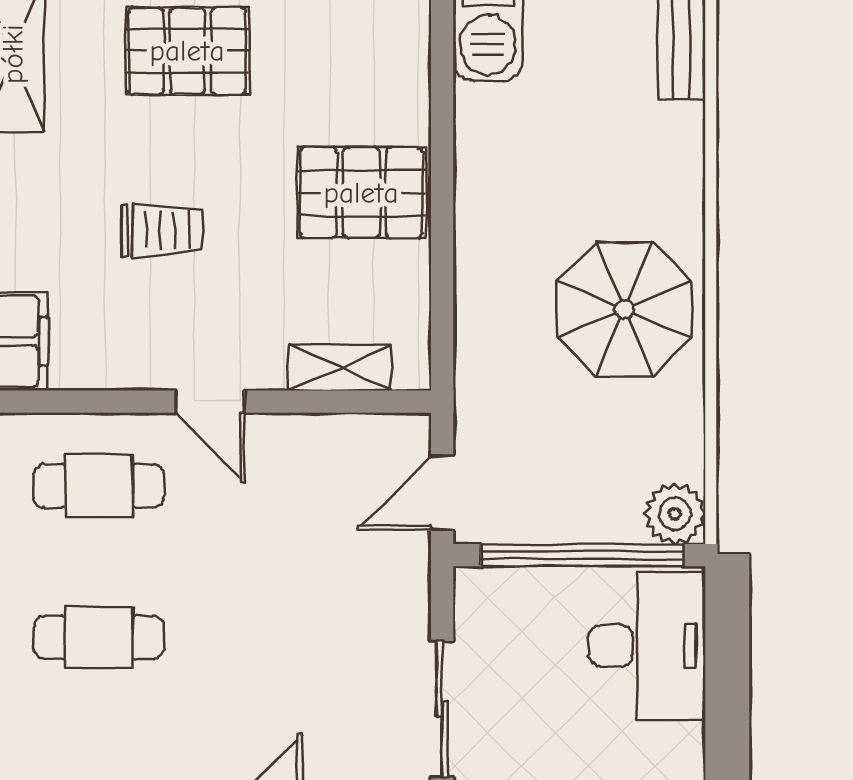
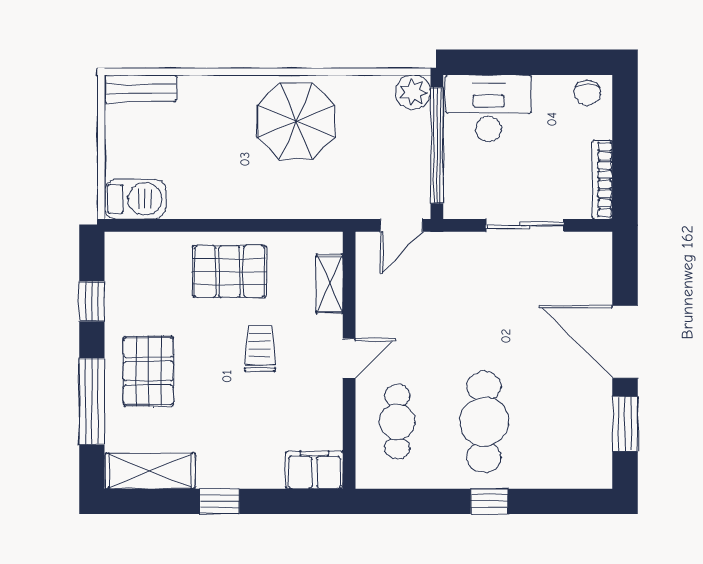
pallet: (361, 193) -> (229, 272), turned 90
trolley: (162, 230) -> (260, 348), moved
door: (442, 493) -> (401, 225), hinge flipped
cafe table: (99, 637) -> (484, 422), width x1.37, depth x1.35

